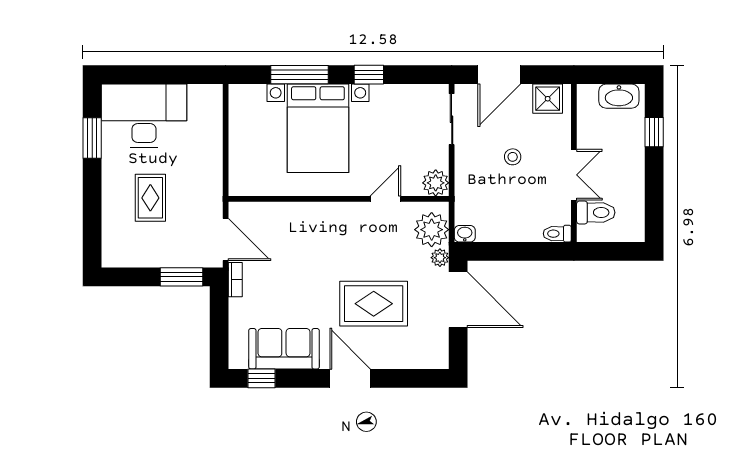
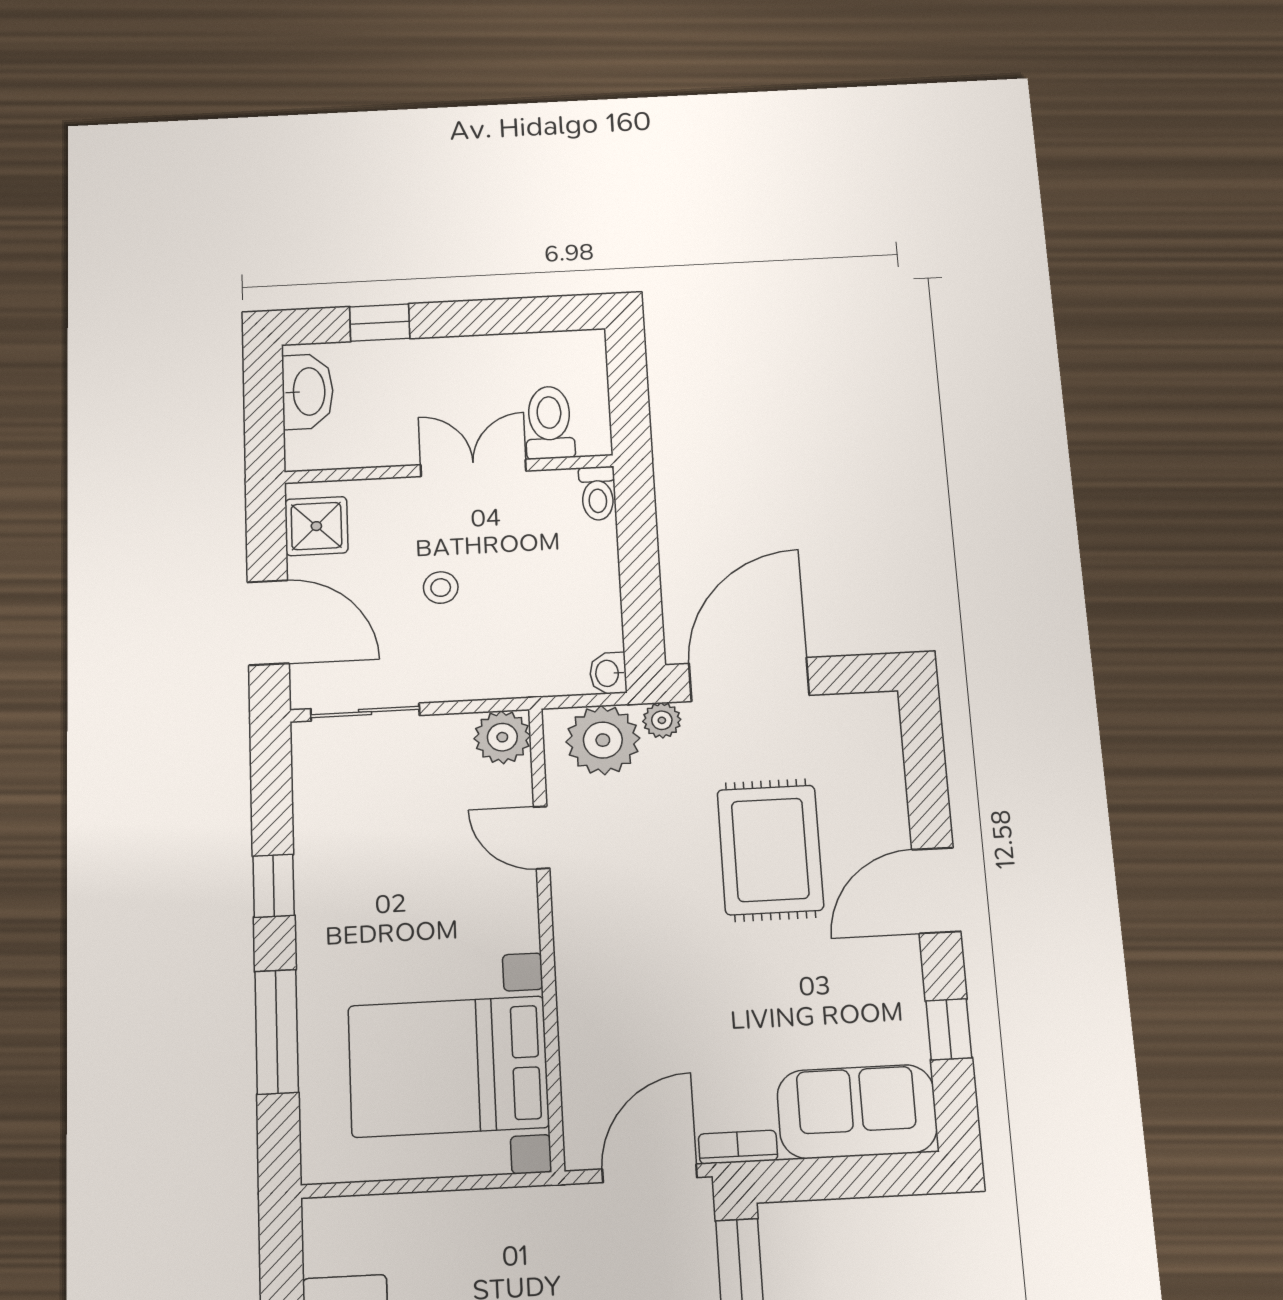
bed with nightstands: (318, 128) -> (448, 1066), moved, turned 180
sofa: (284, 349) -> (857, 1112), moved, turned 90
window: (261, 378) -> (949, 1029), moved

